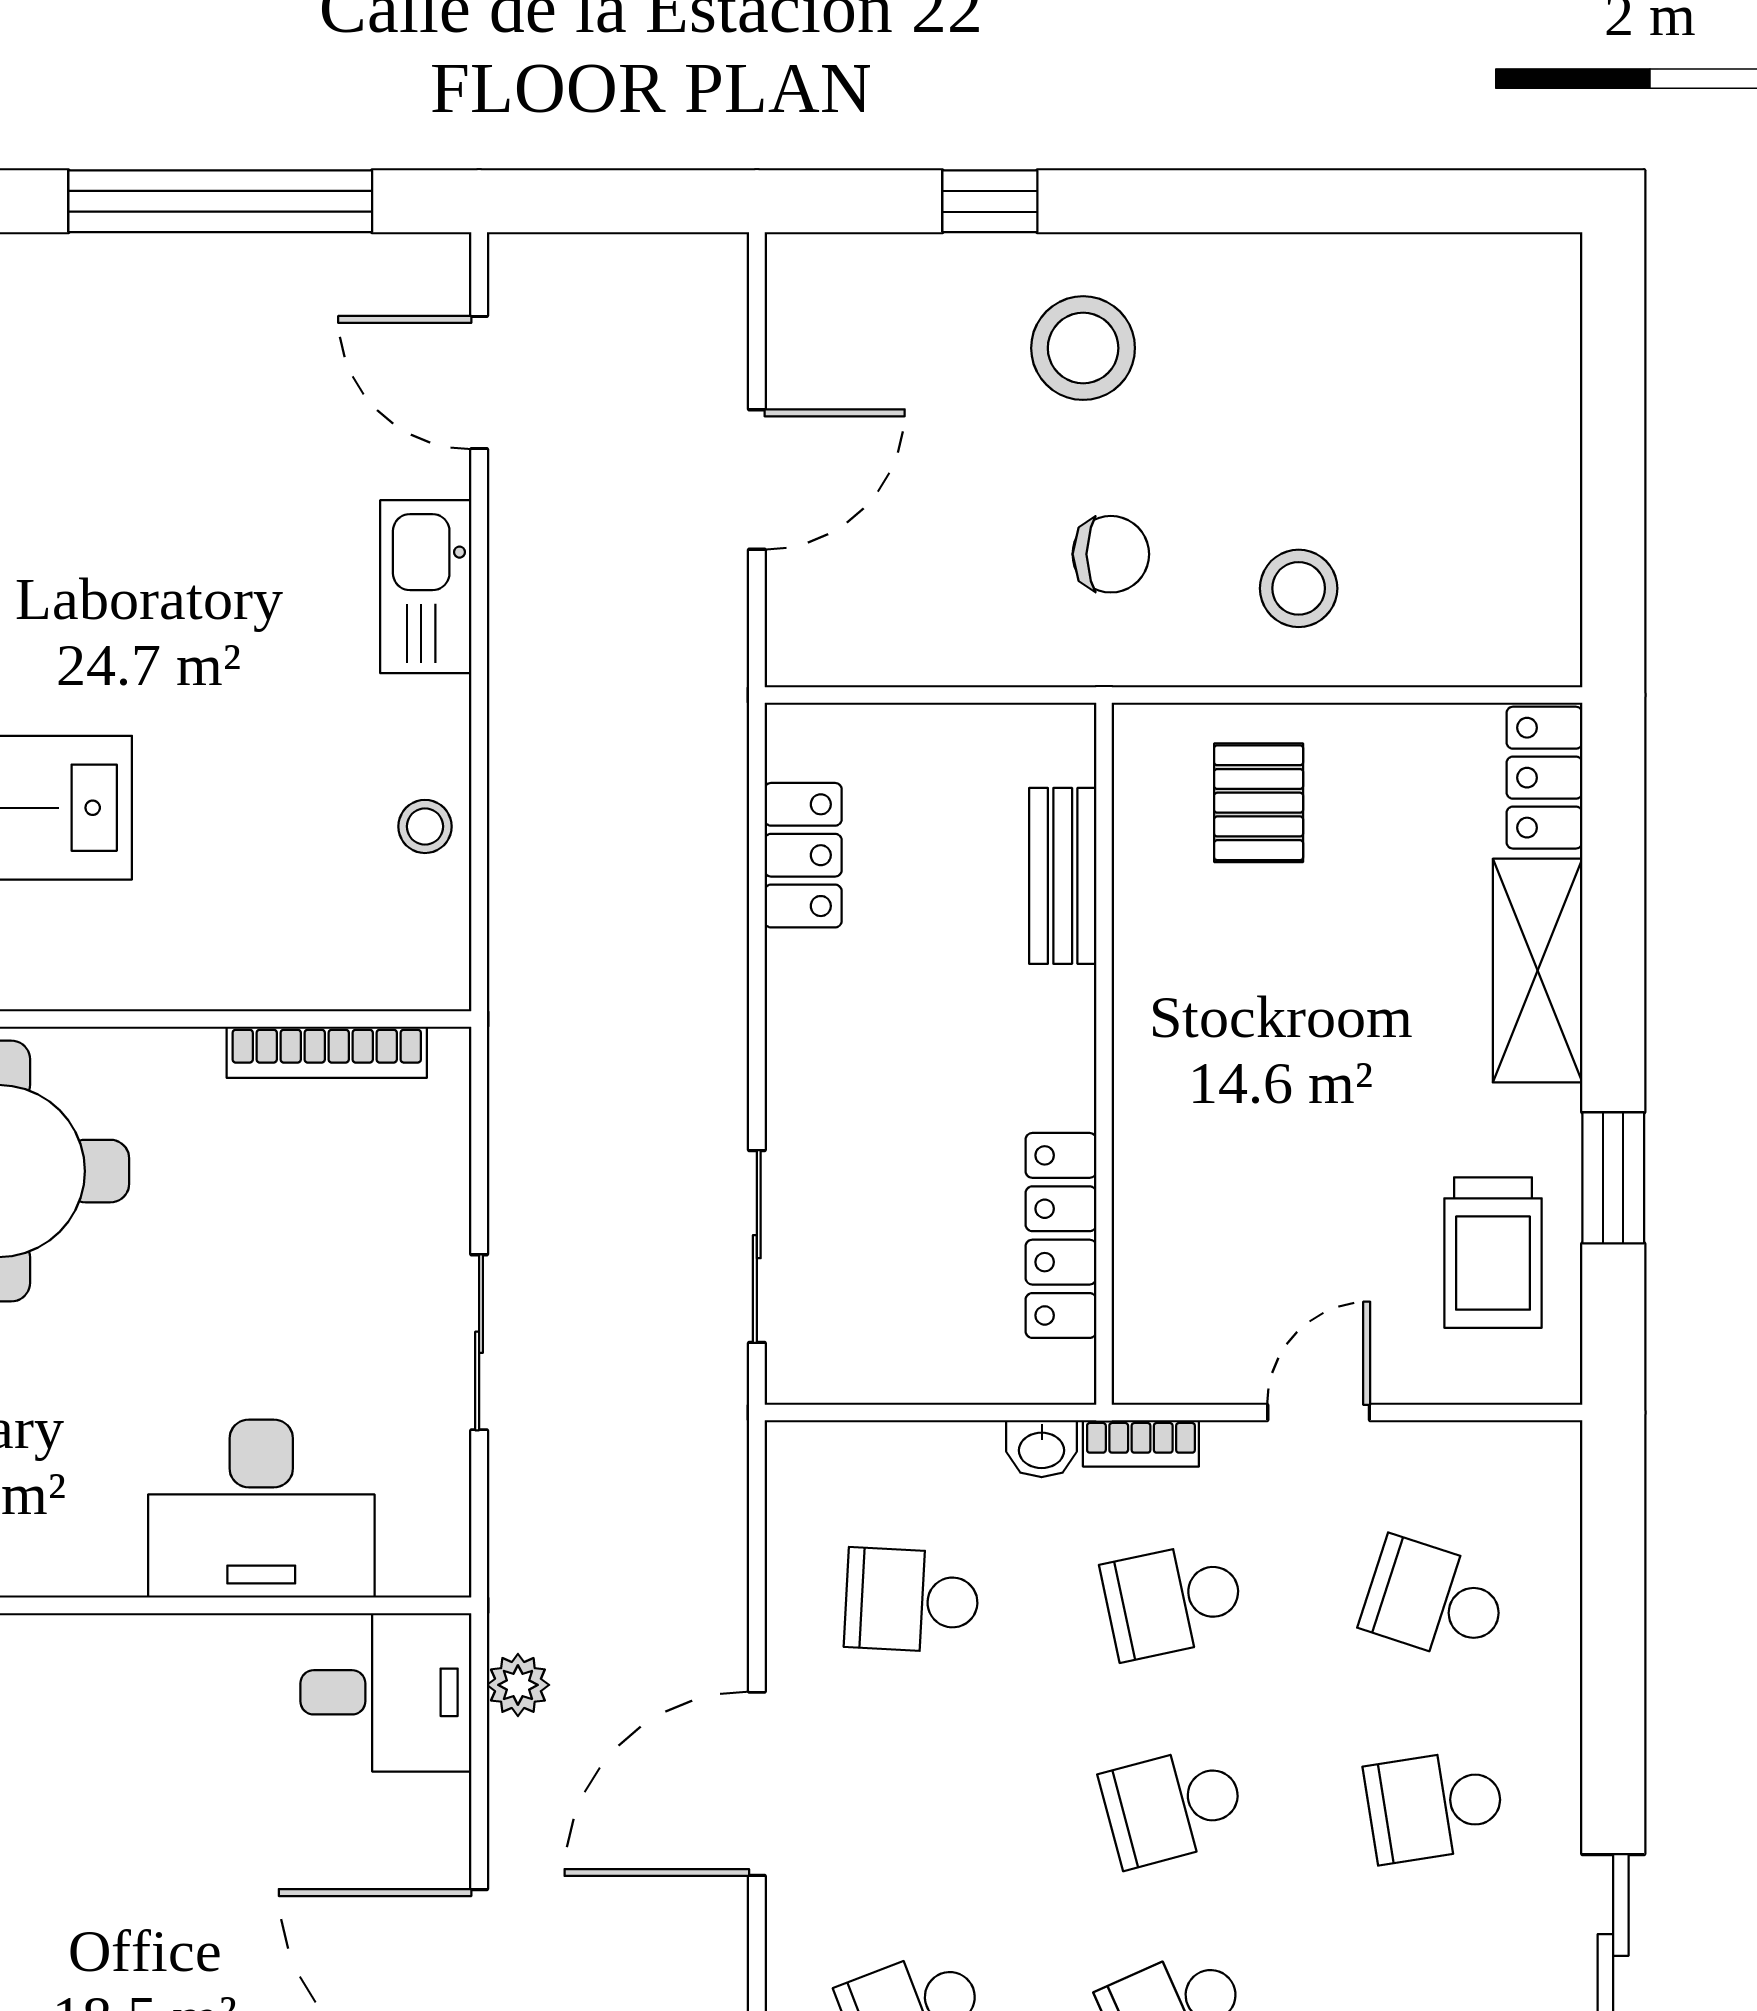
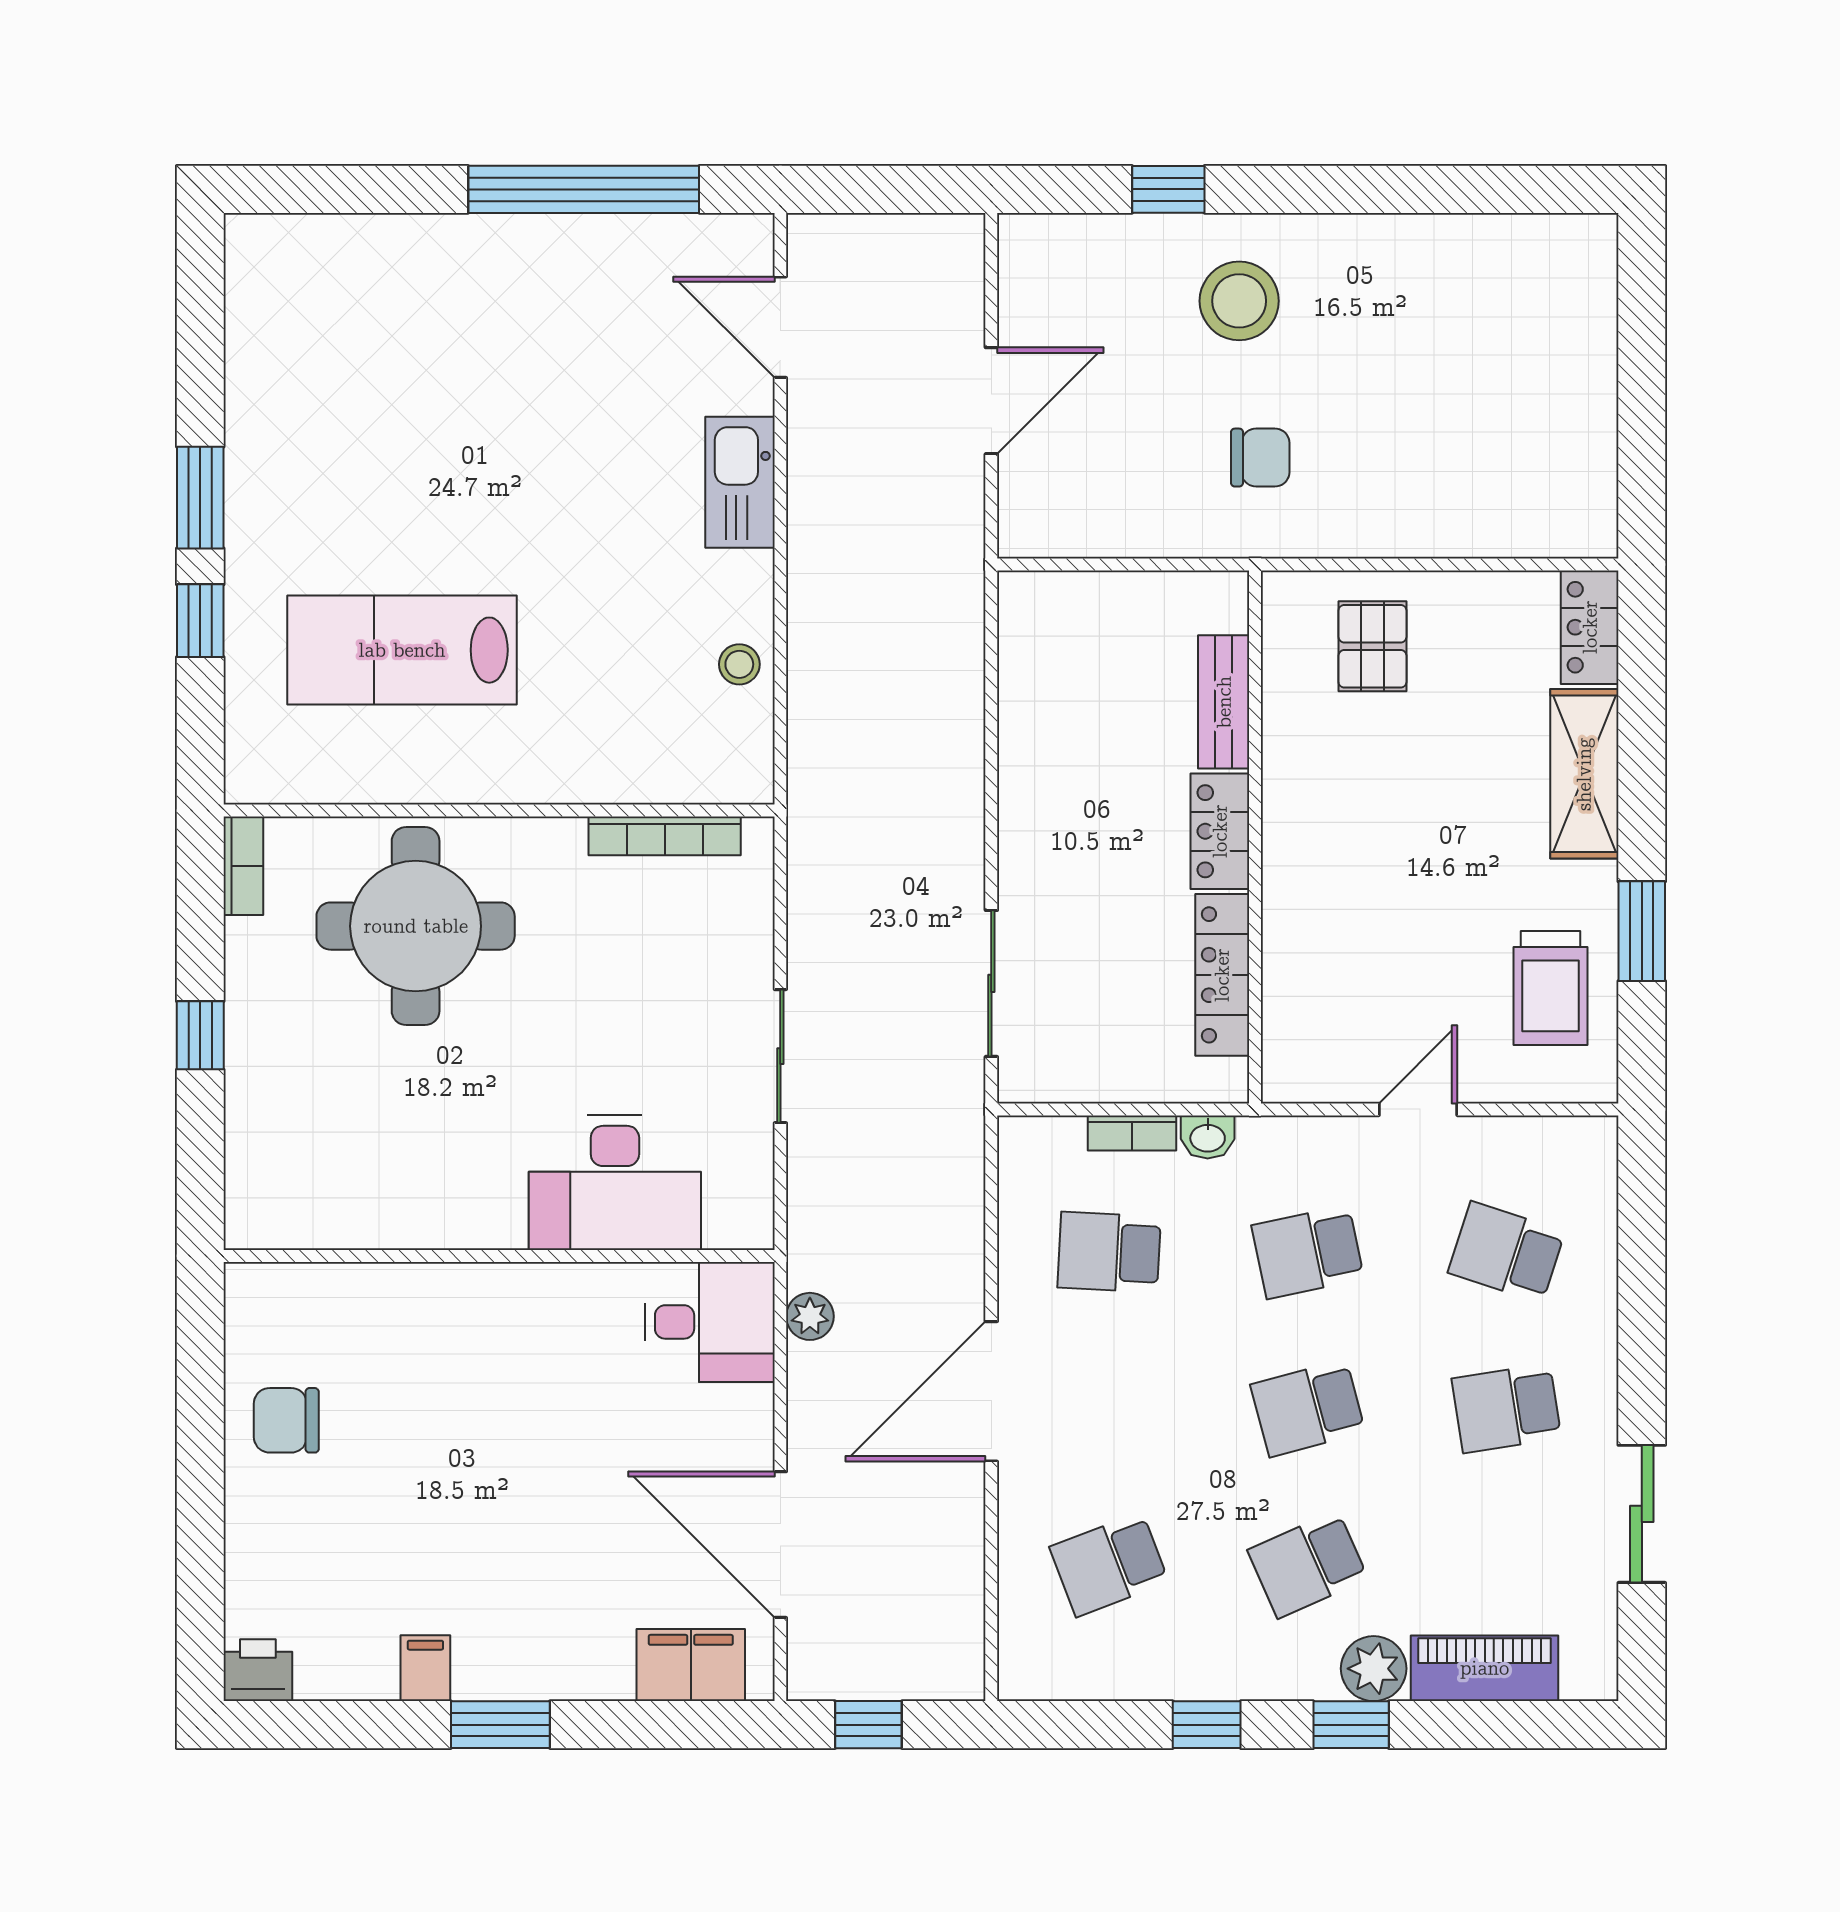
stool: (1299, 588) -> (1403, 483), removed
locker: (803, 855) -> (1220, 831), moved, turned 180
bookcase: (1141, 1443) -> (1132, 1133), moved

